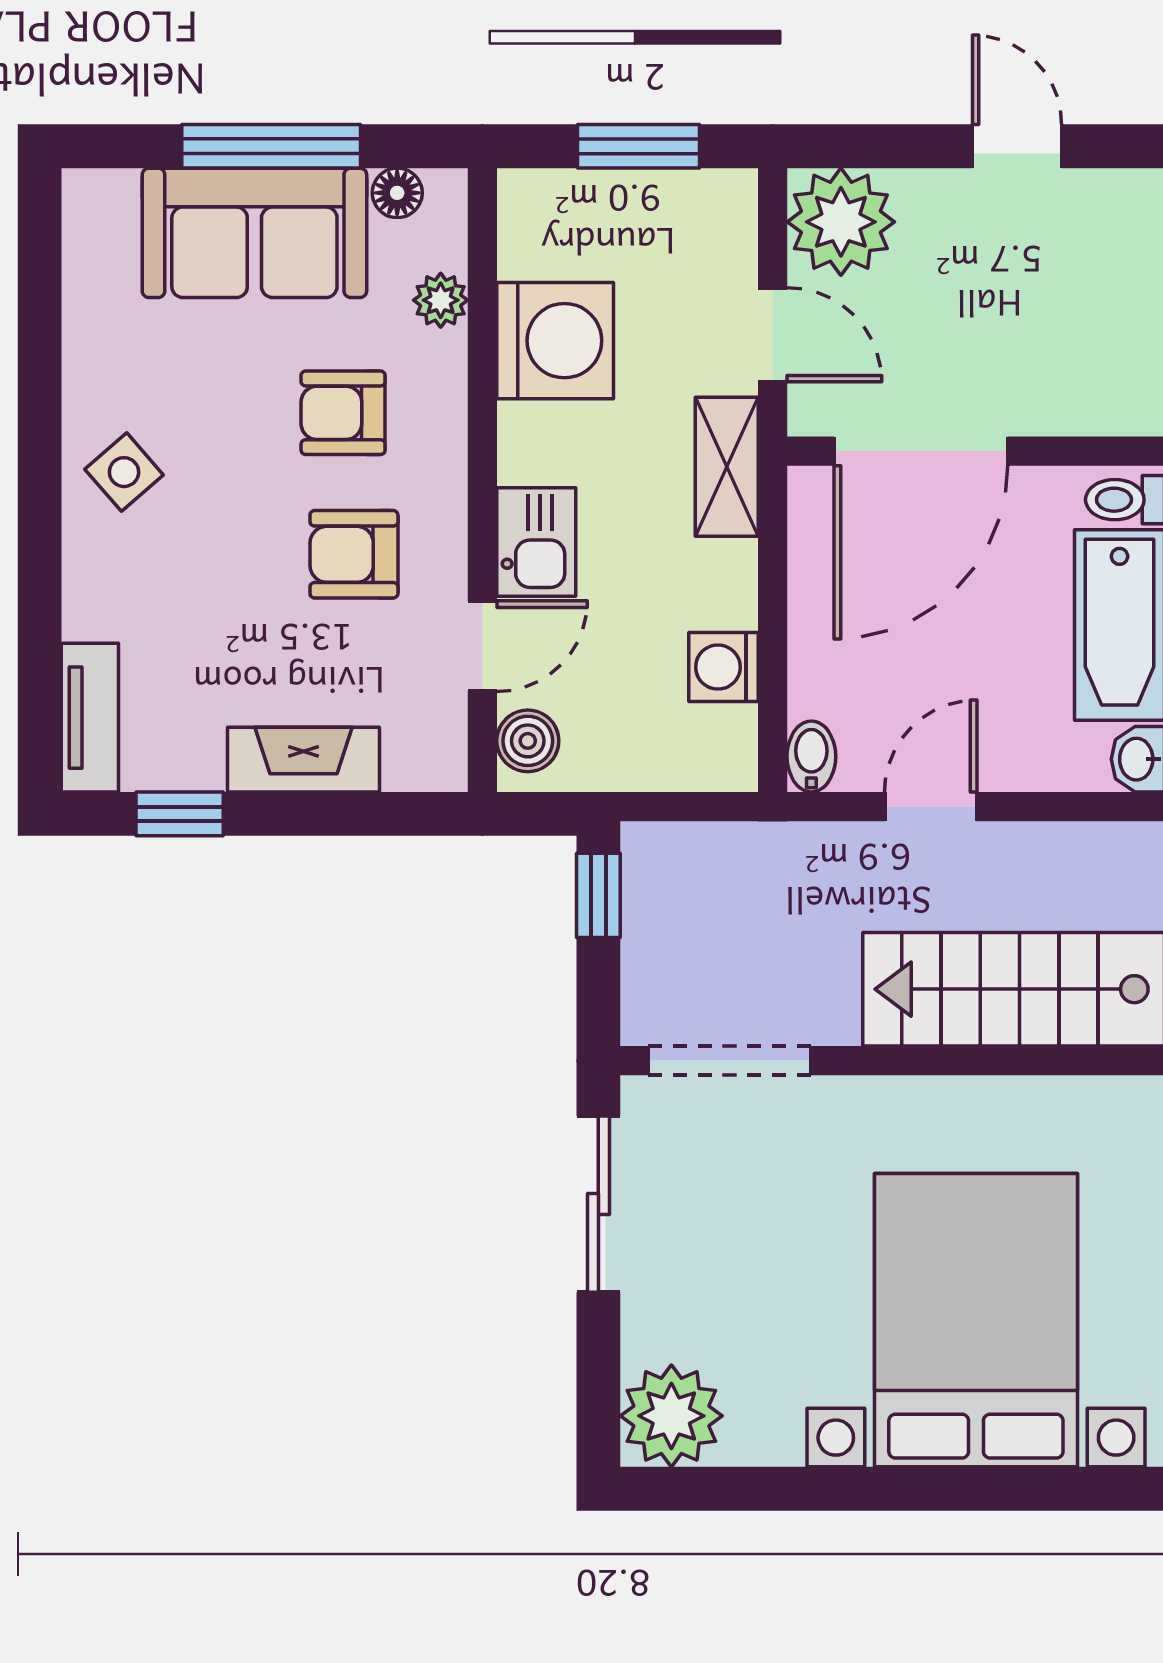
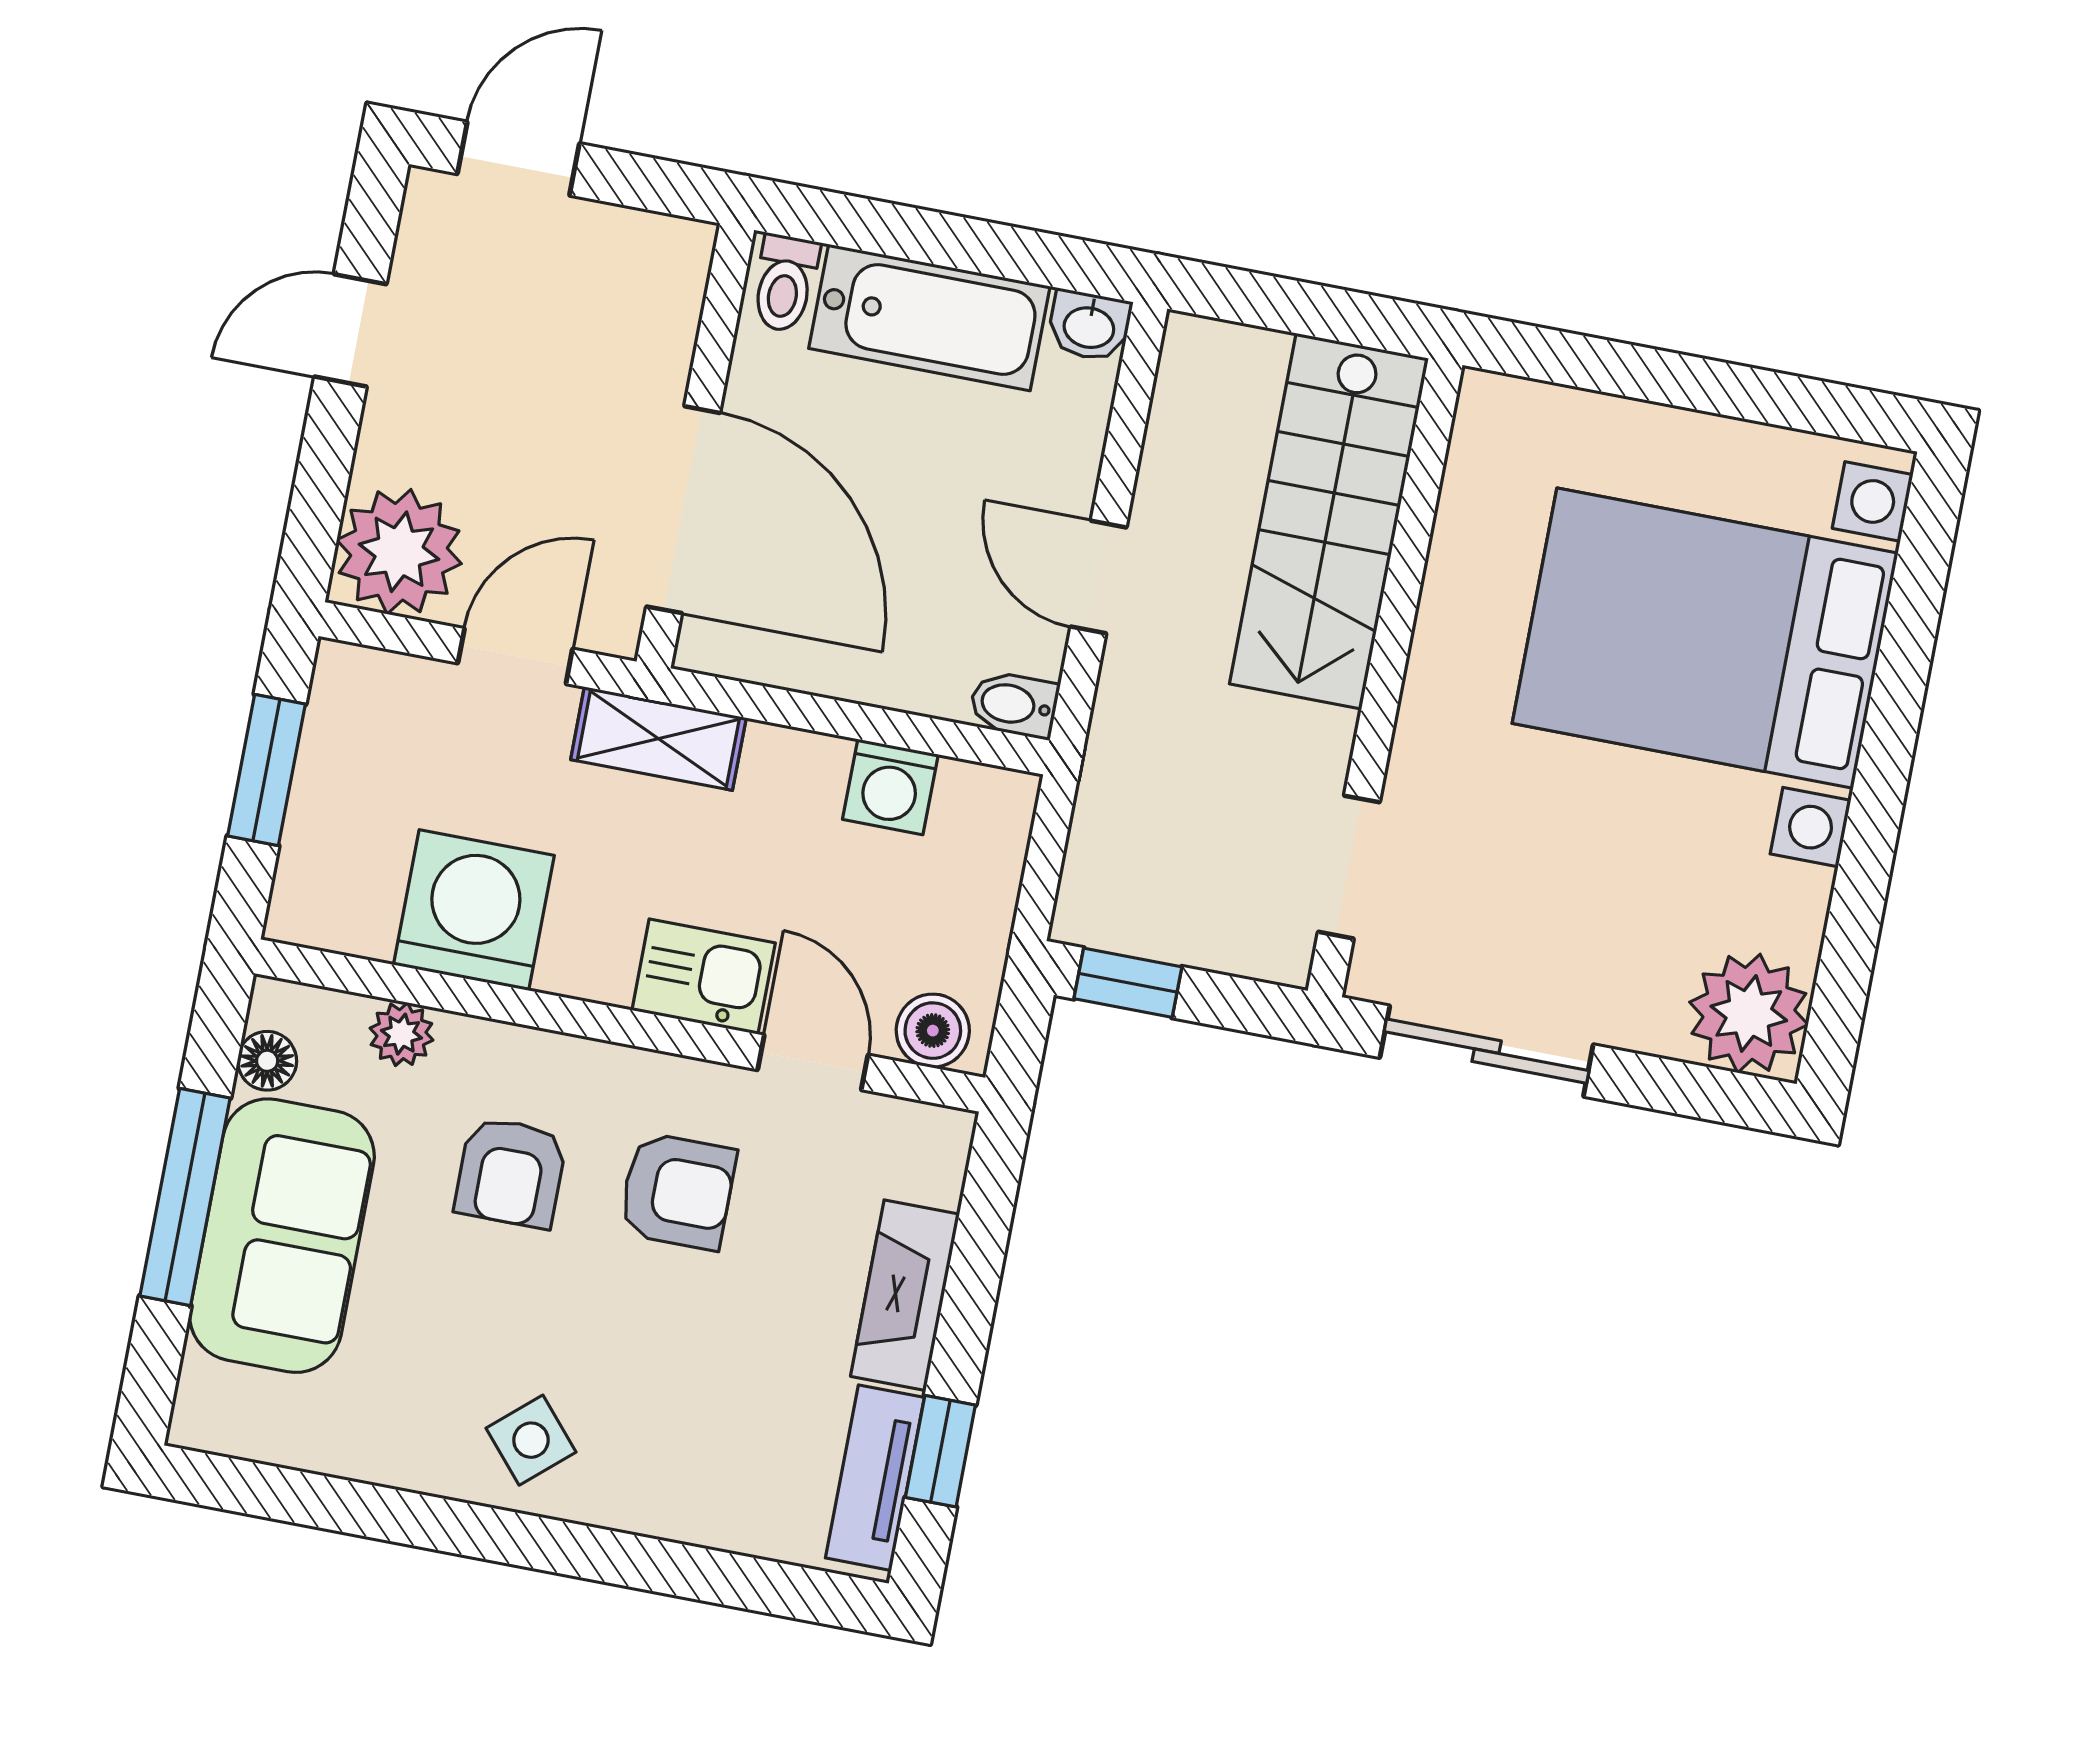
armchair: (354, 554) -> (677, 1191), turned -90
tv unit: (90, 718) -> (875, 1478), moved, turned -90
doorway: (730, 1061) -> (1349, 867), width x0.73

